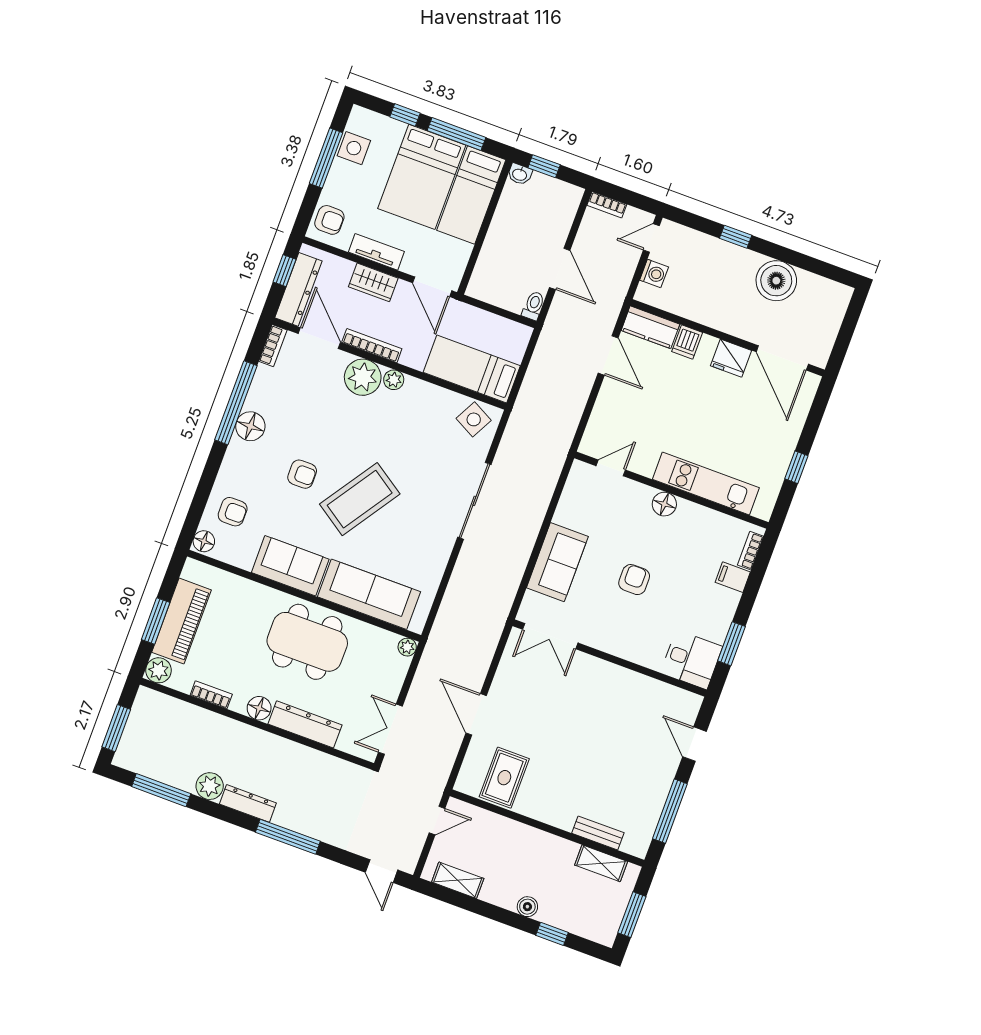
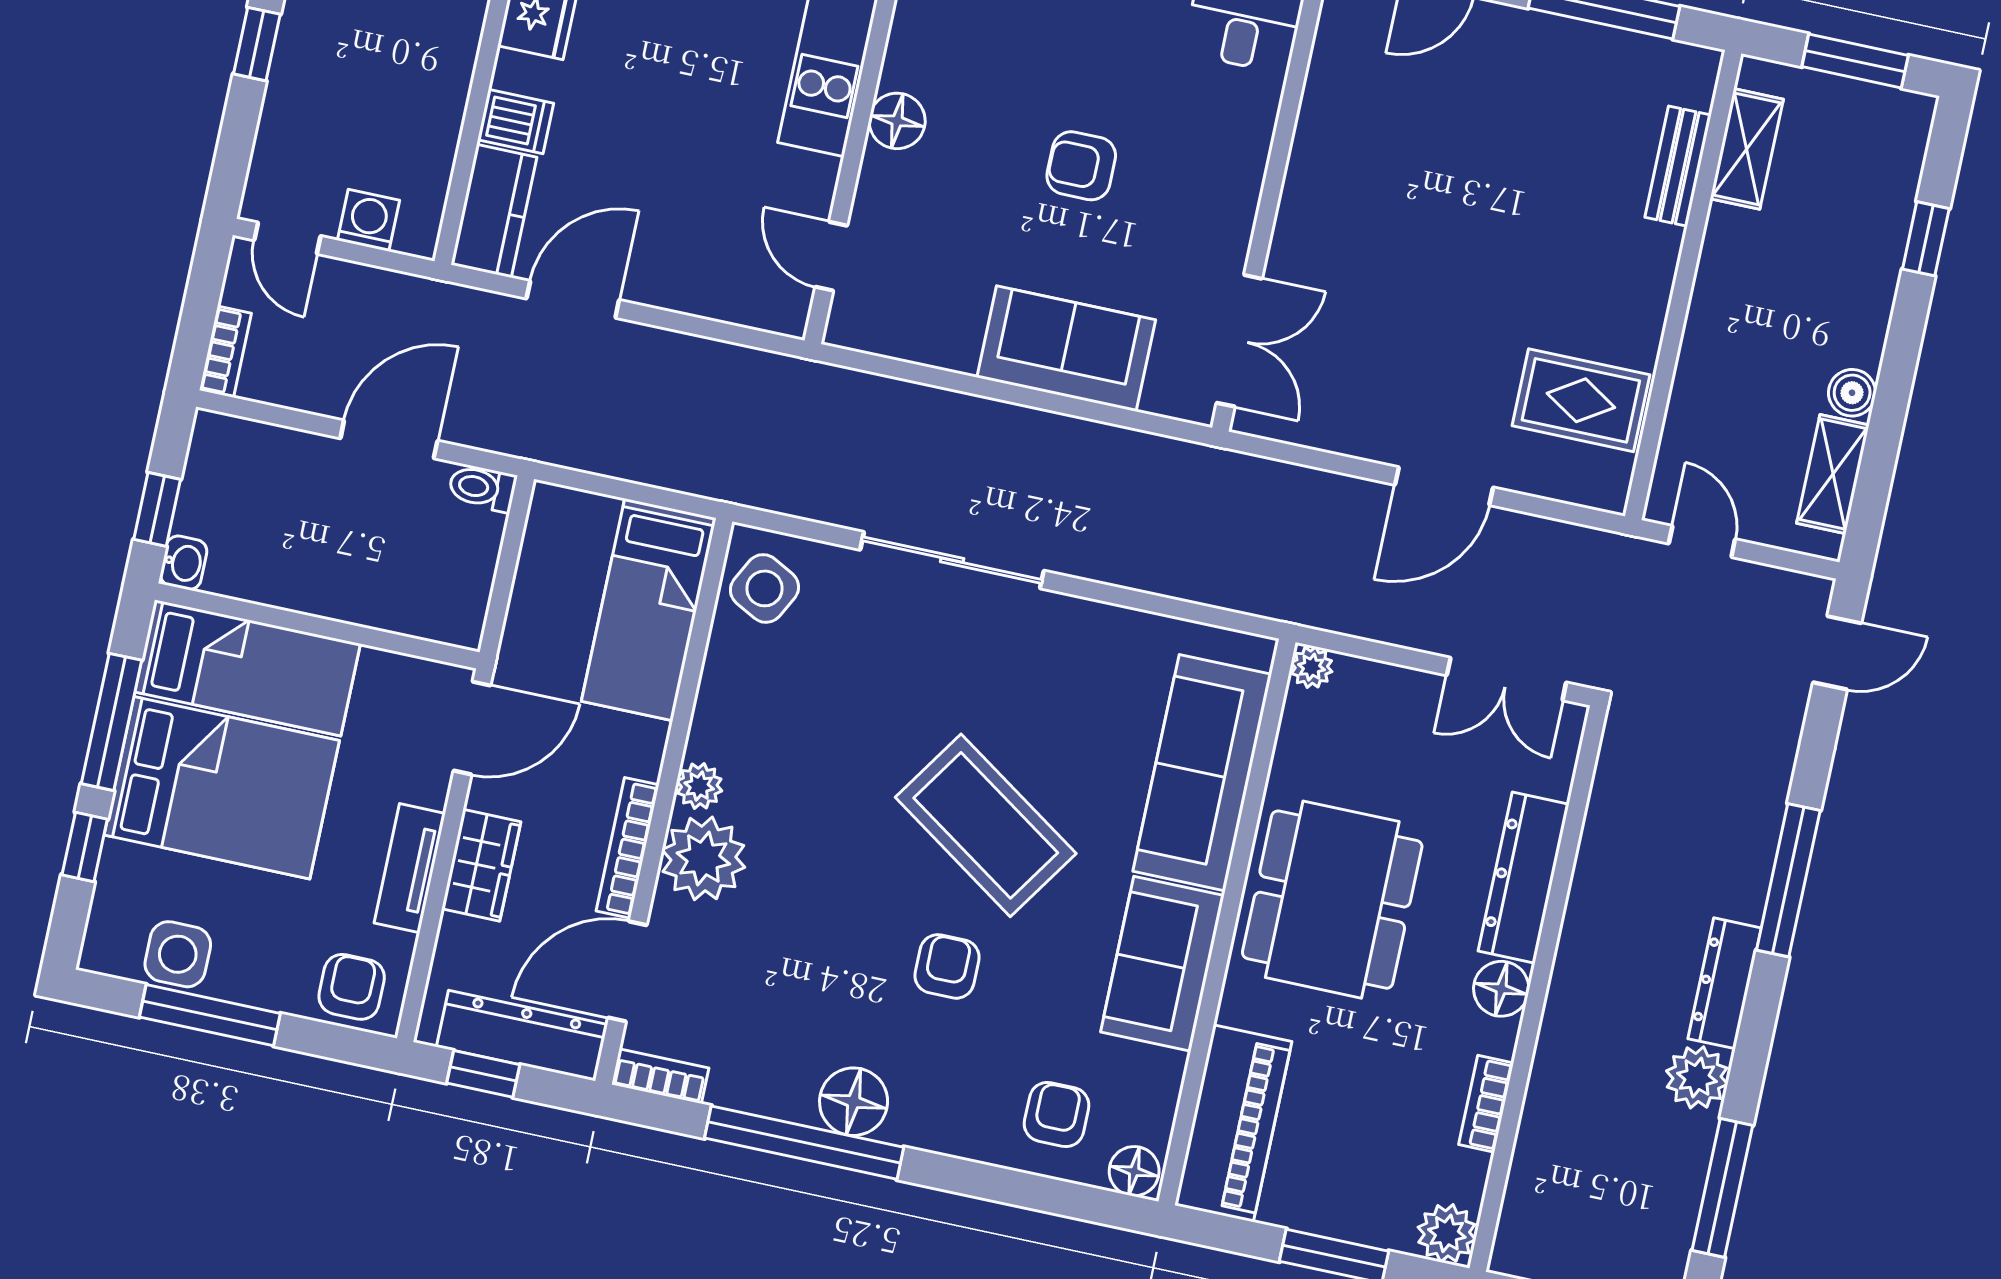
piano: (181, 621) -> (1233, 1123), moved, turned 90
boiler: (527, 907) -> (1852, 393), moved

